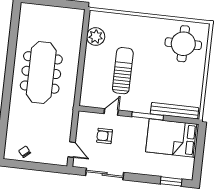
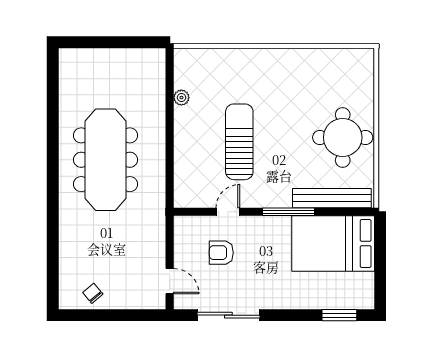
plant: (96, 36) -> (181, 98), width x0.53, depth x0.53
round table: (183, 44) -> (343, 137), moved

